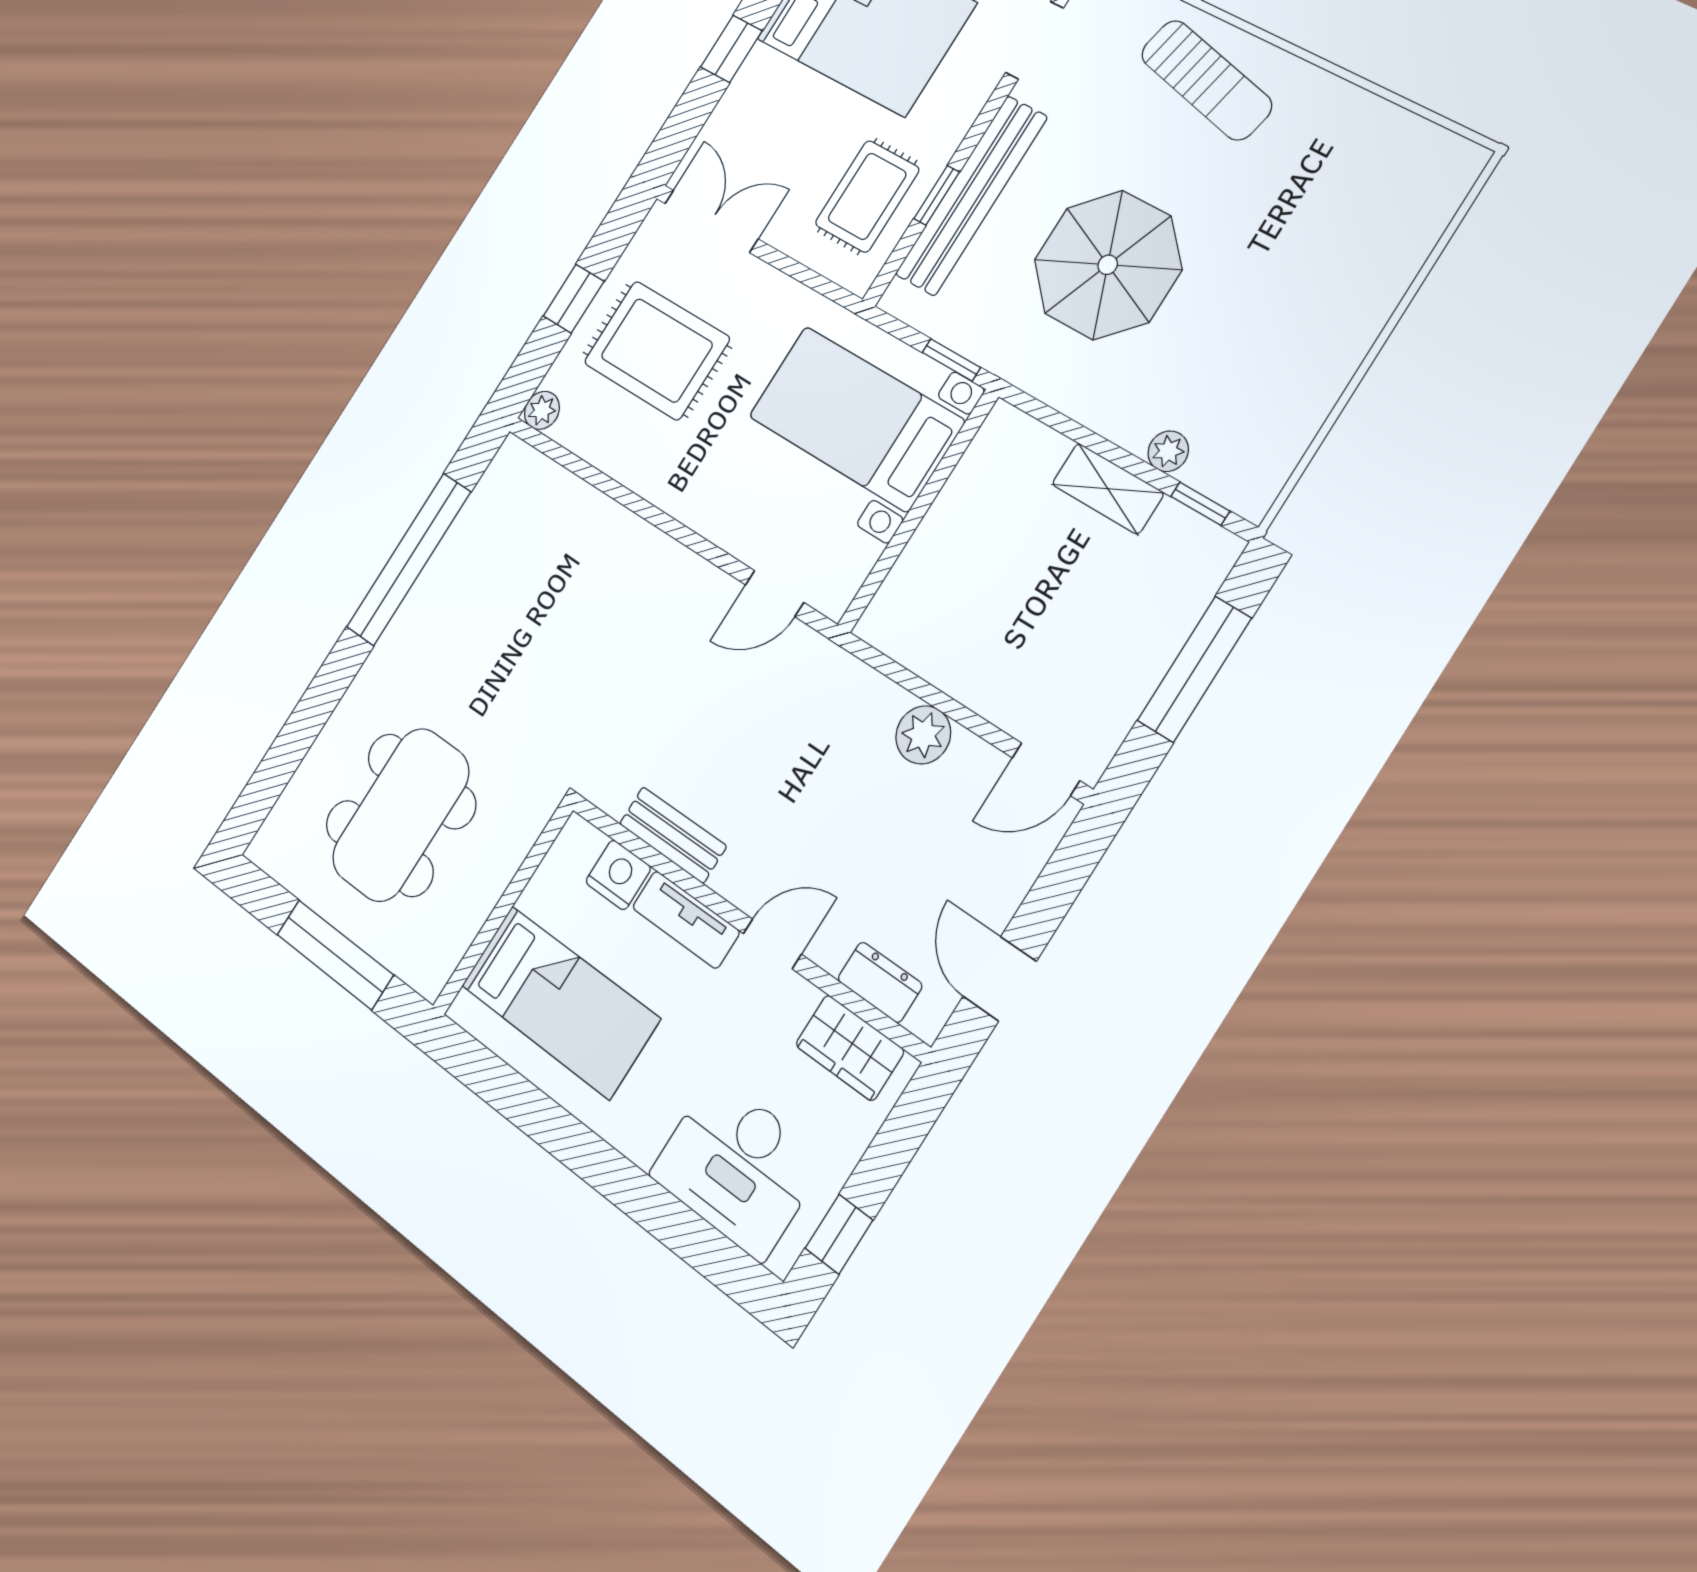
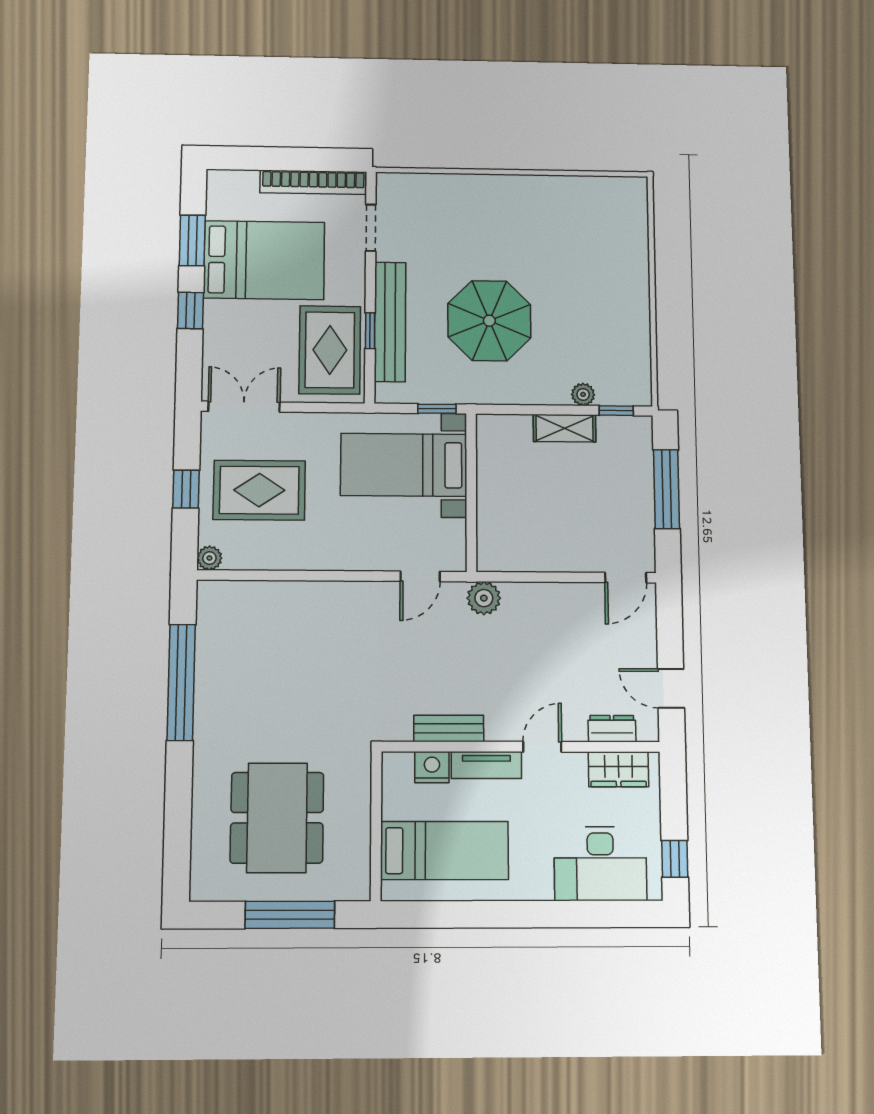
sun lounger: (1206, 80) -> (479, 207), removed
rug: (867, 196) -> (330, 350), width x1.36, depth x1.43
plant: (923, 735) -> (484, 598), moved

